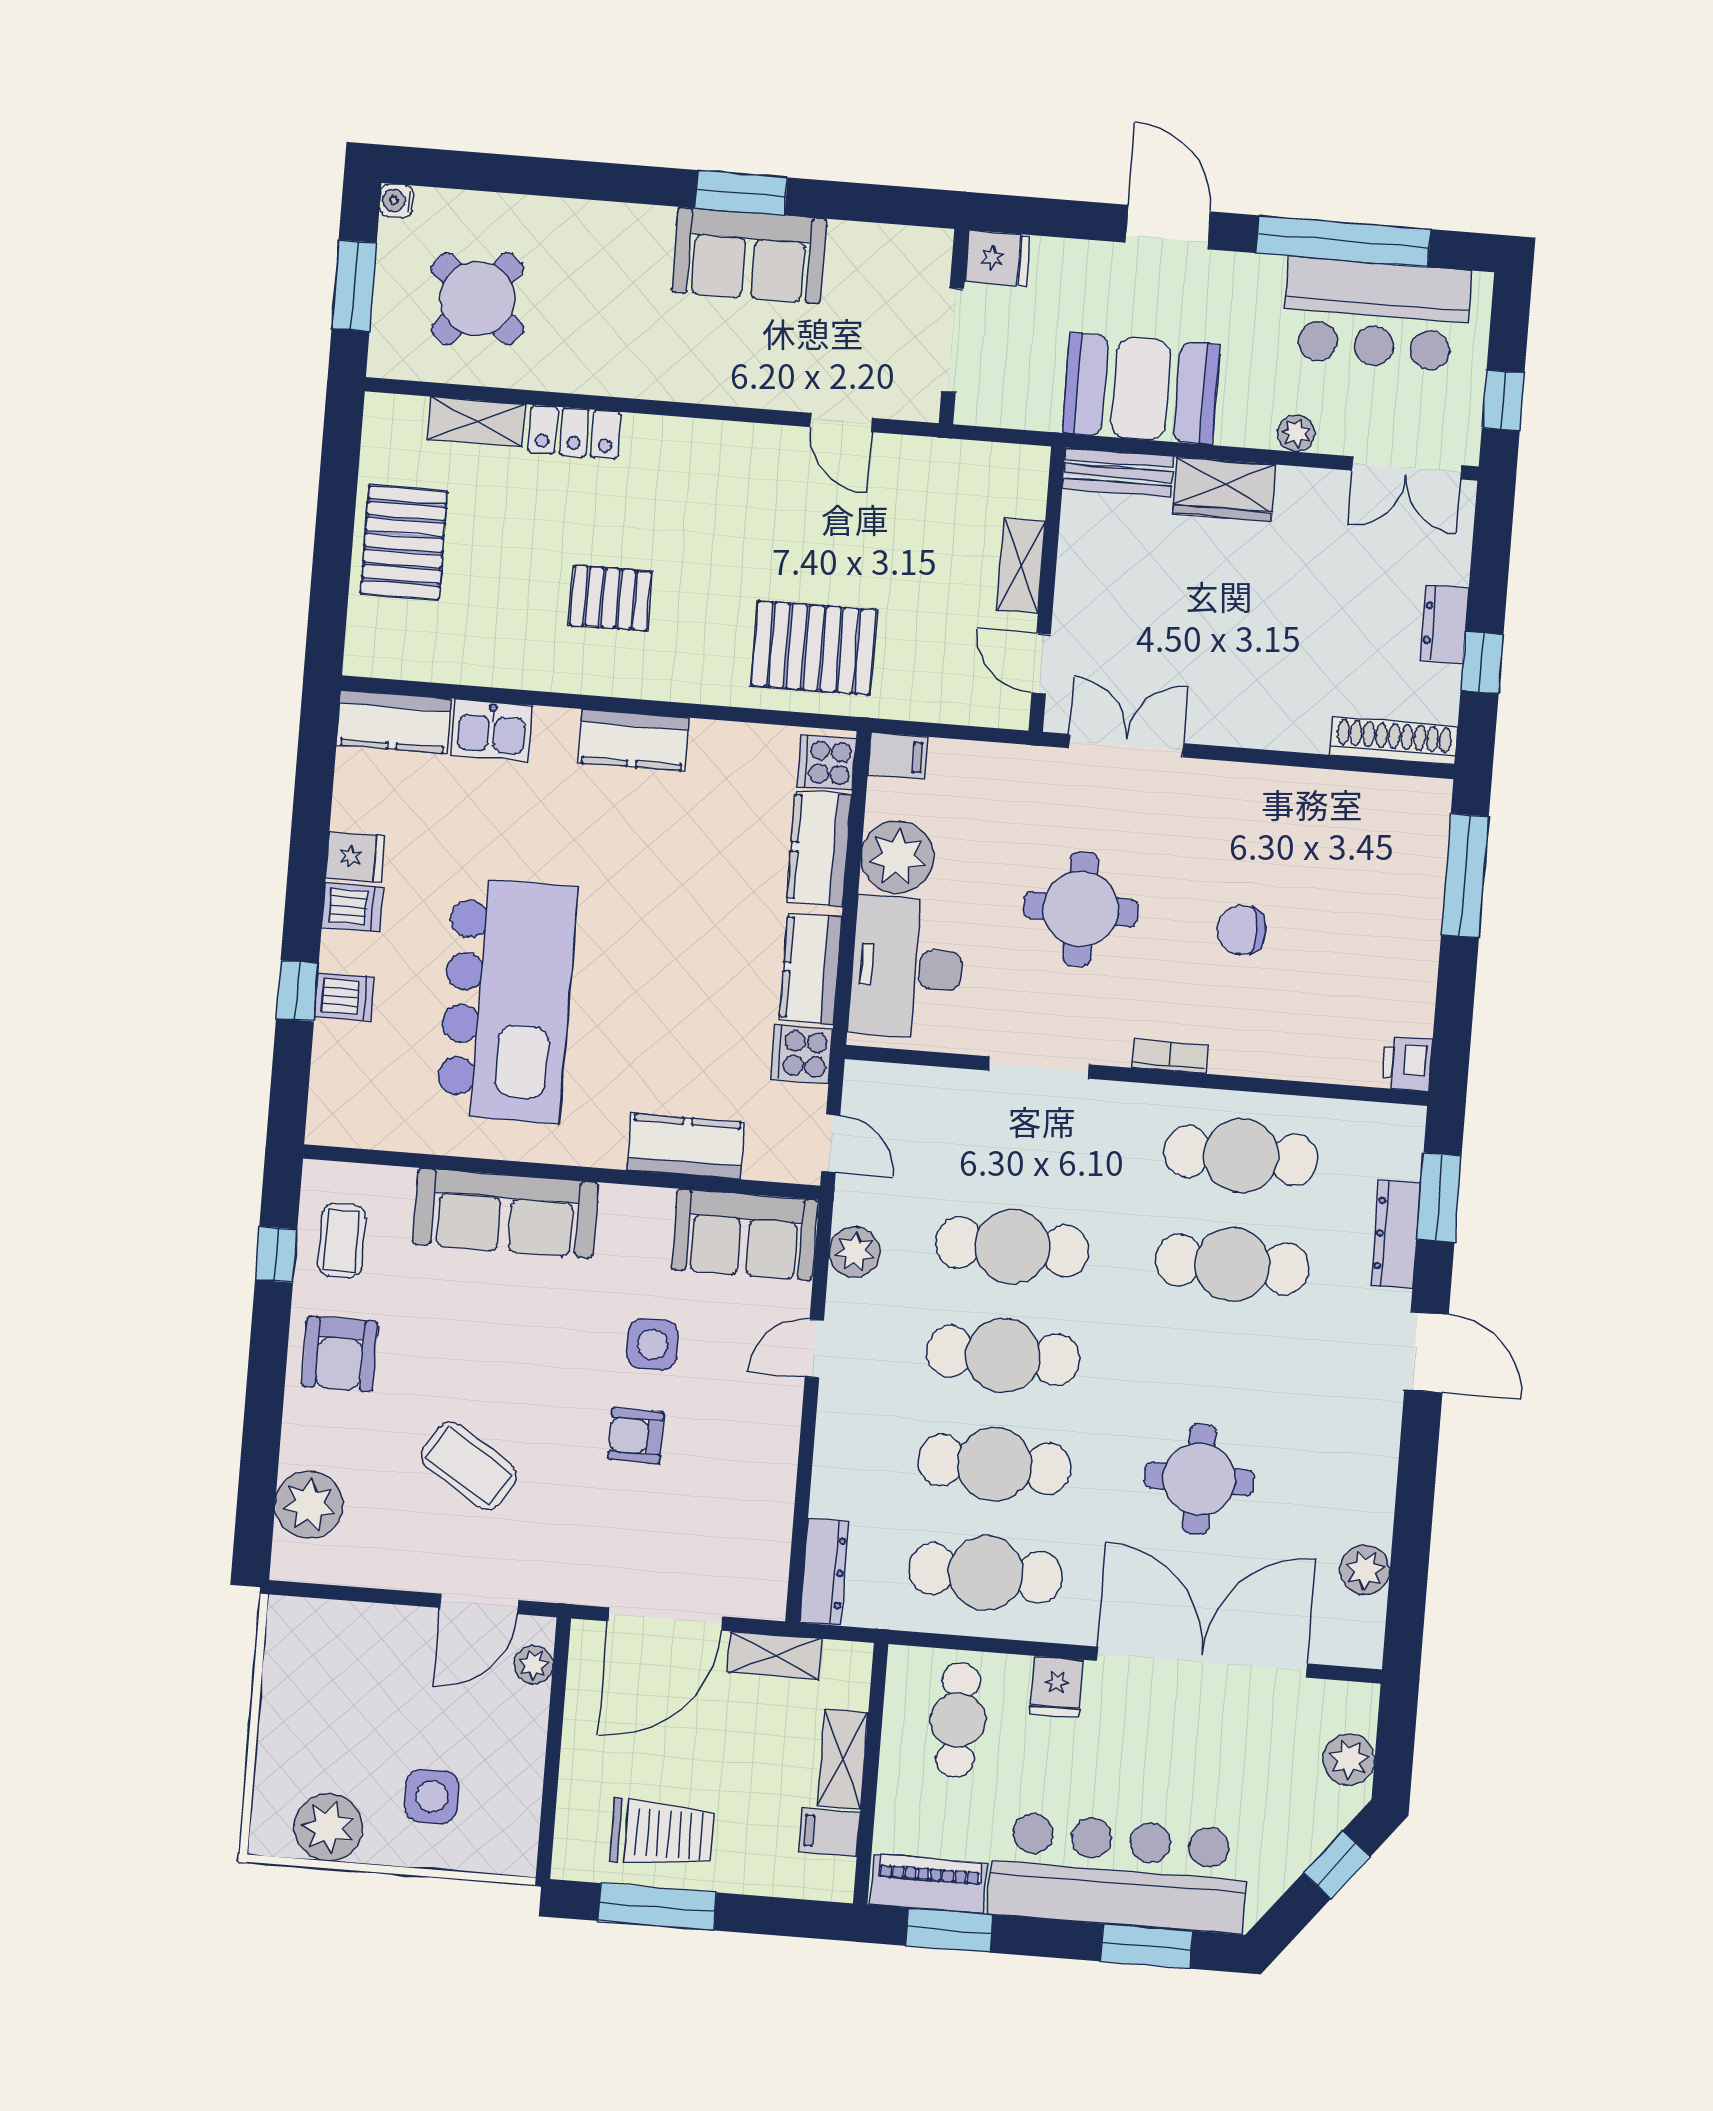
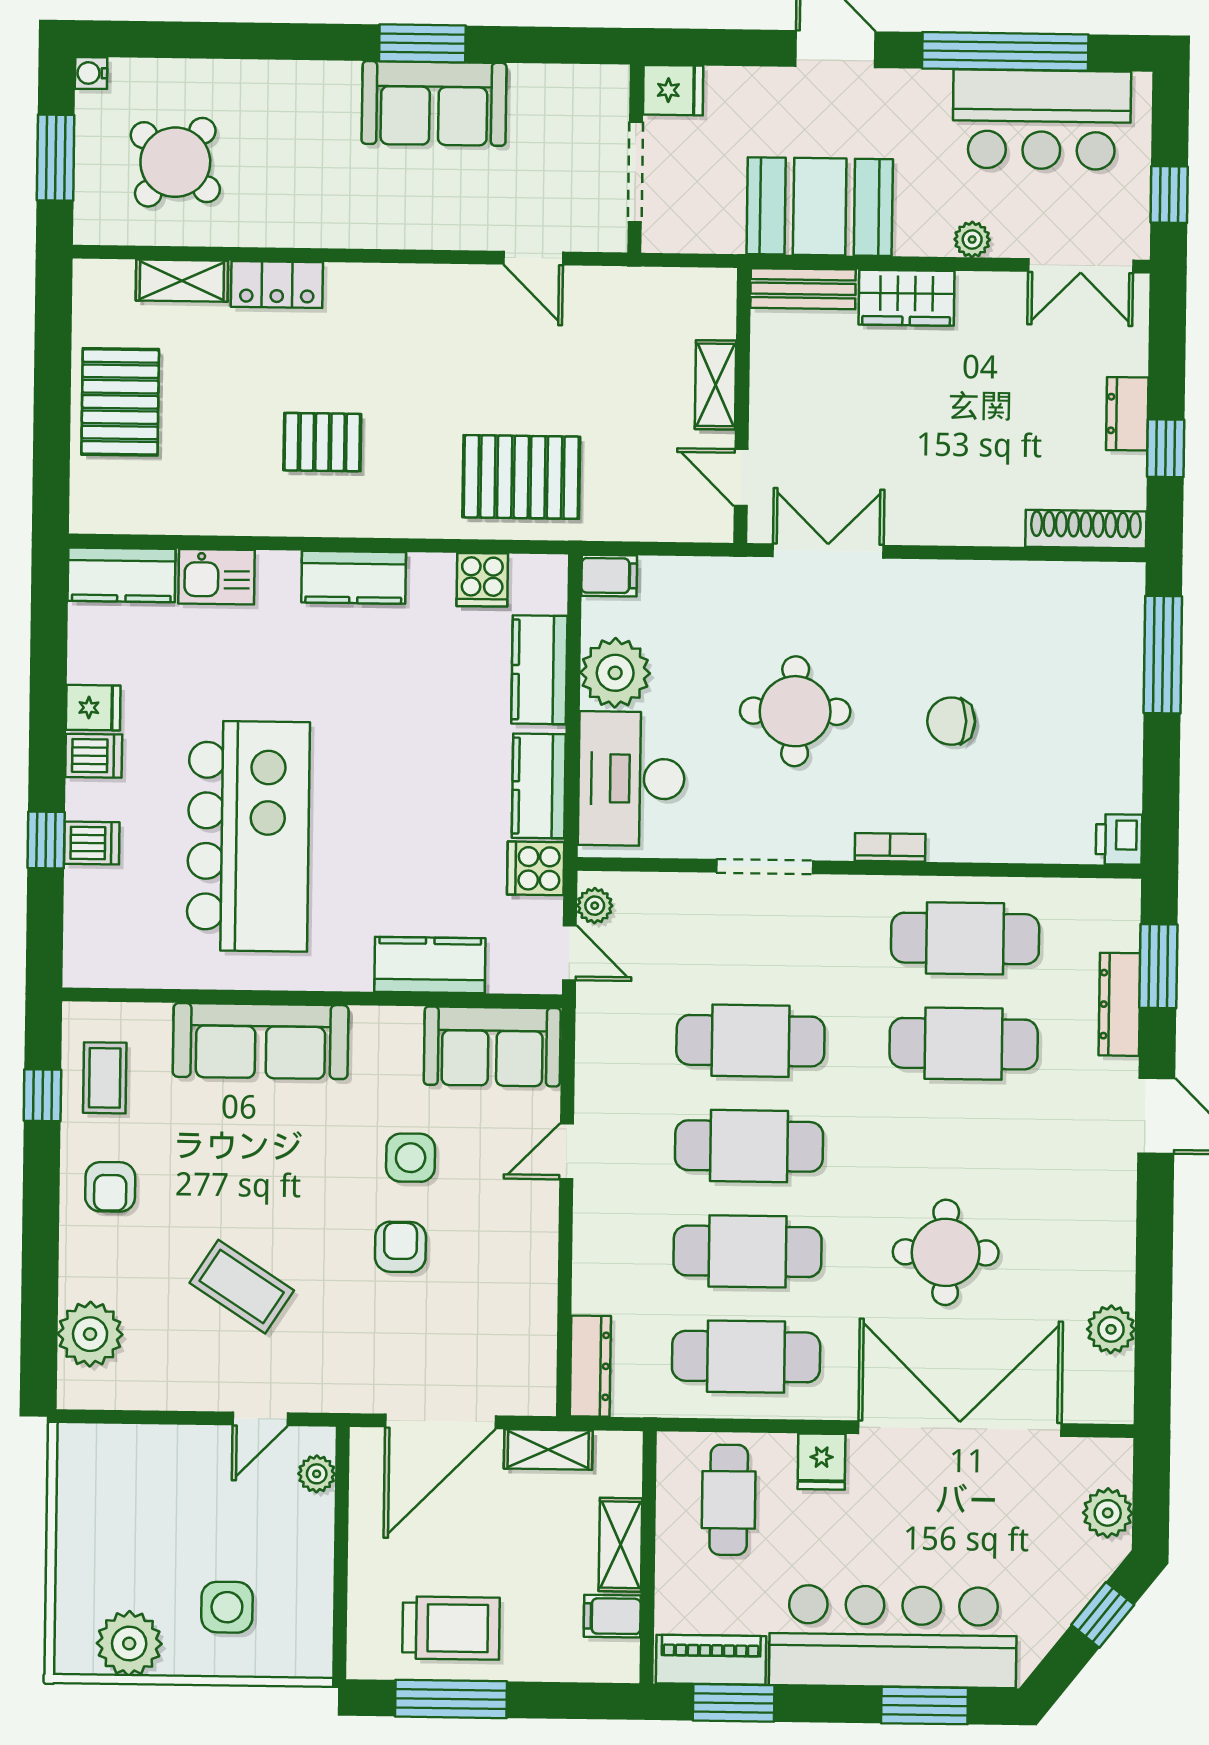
cooker: (827, 763) -> (482, 580), moved, turned -90
plant: (855, 1252) -> (595, 906), moved, width x0.73, depth x0.73
armchair: (340, 1354) -> (110, 1187), width x0.72, depth x0.72
armchair: (636, 1436) -> (400, 1247), turned 90
door: (479, 1604) -> (260, 1419), width x0.73

